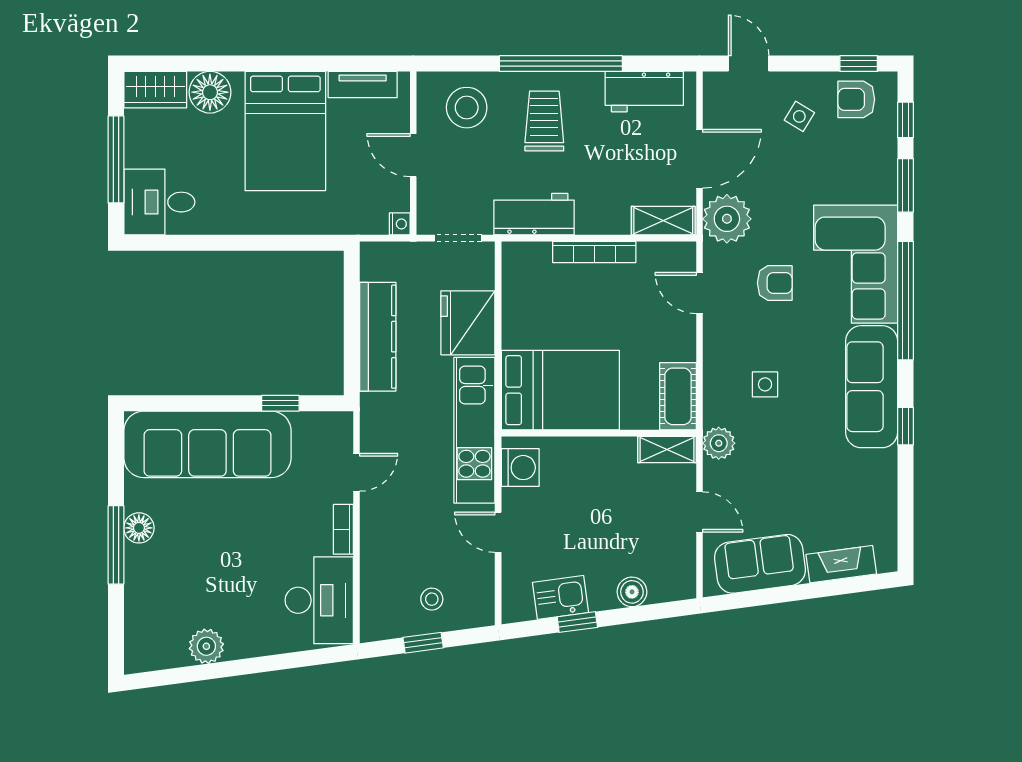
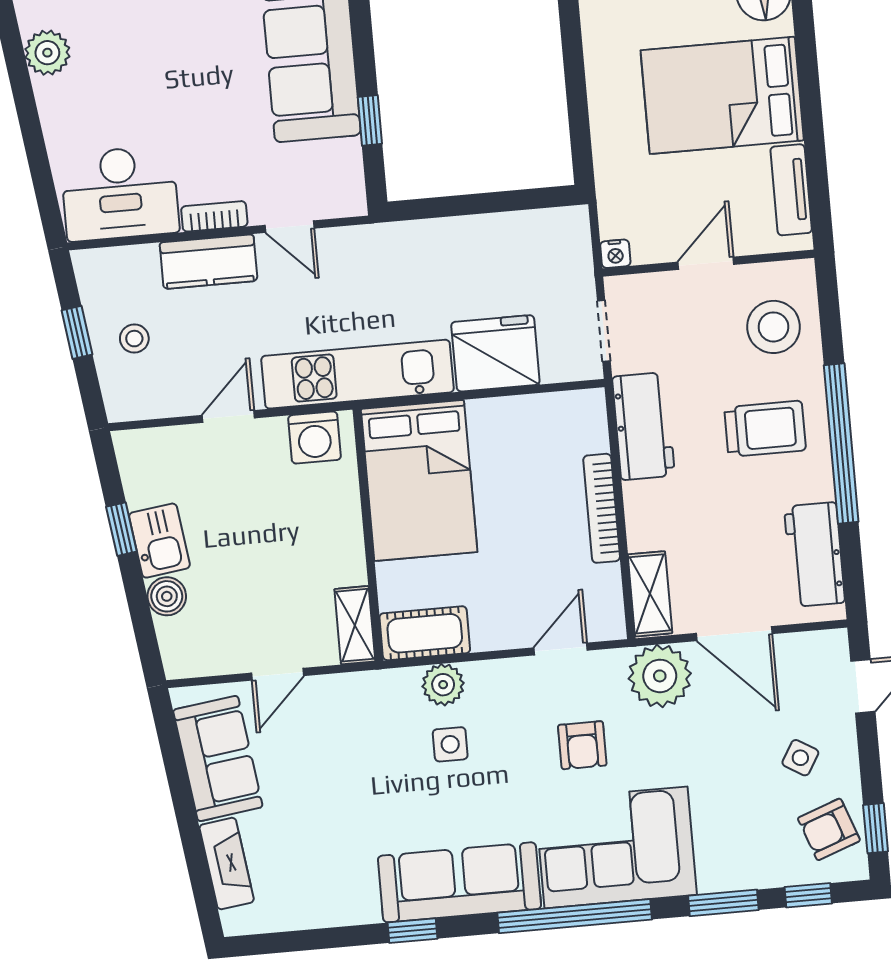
armchair: (856, 99) -> (829, 829), turned -110
kitchen counter: (378, 337) -> (209, 262), moved, width x0.67
plant: (719, 443) -> (443, 685), moved
kitchen sink: (561, 597) -> (159, 541), moved

